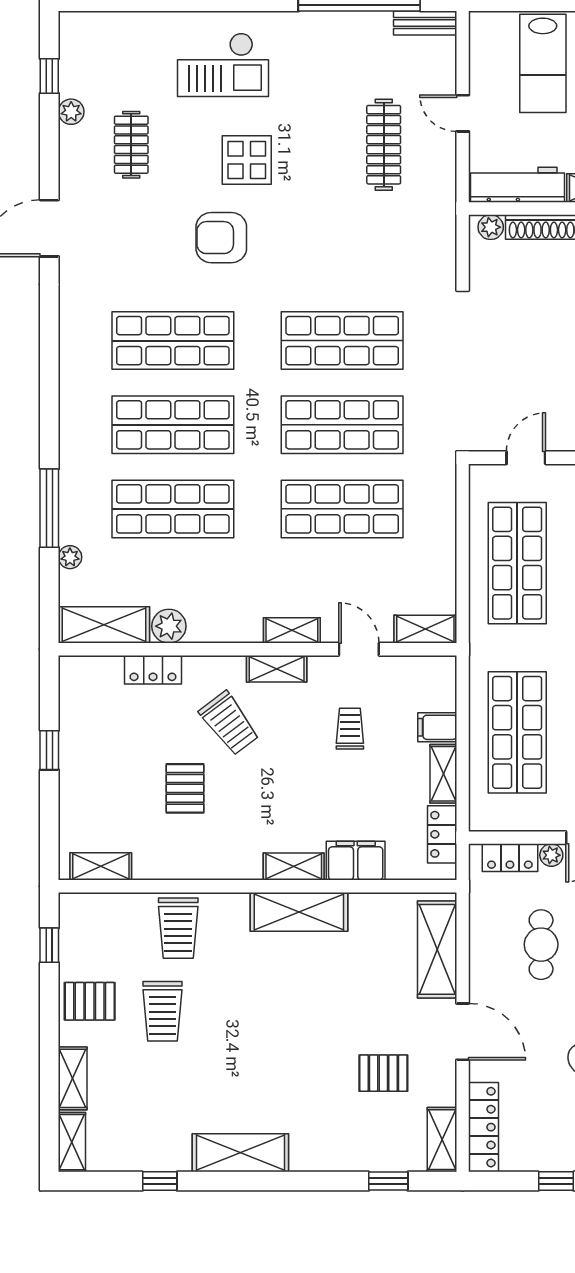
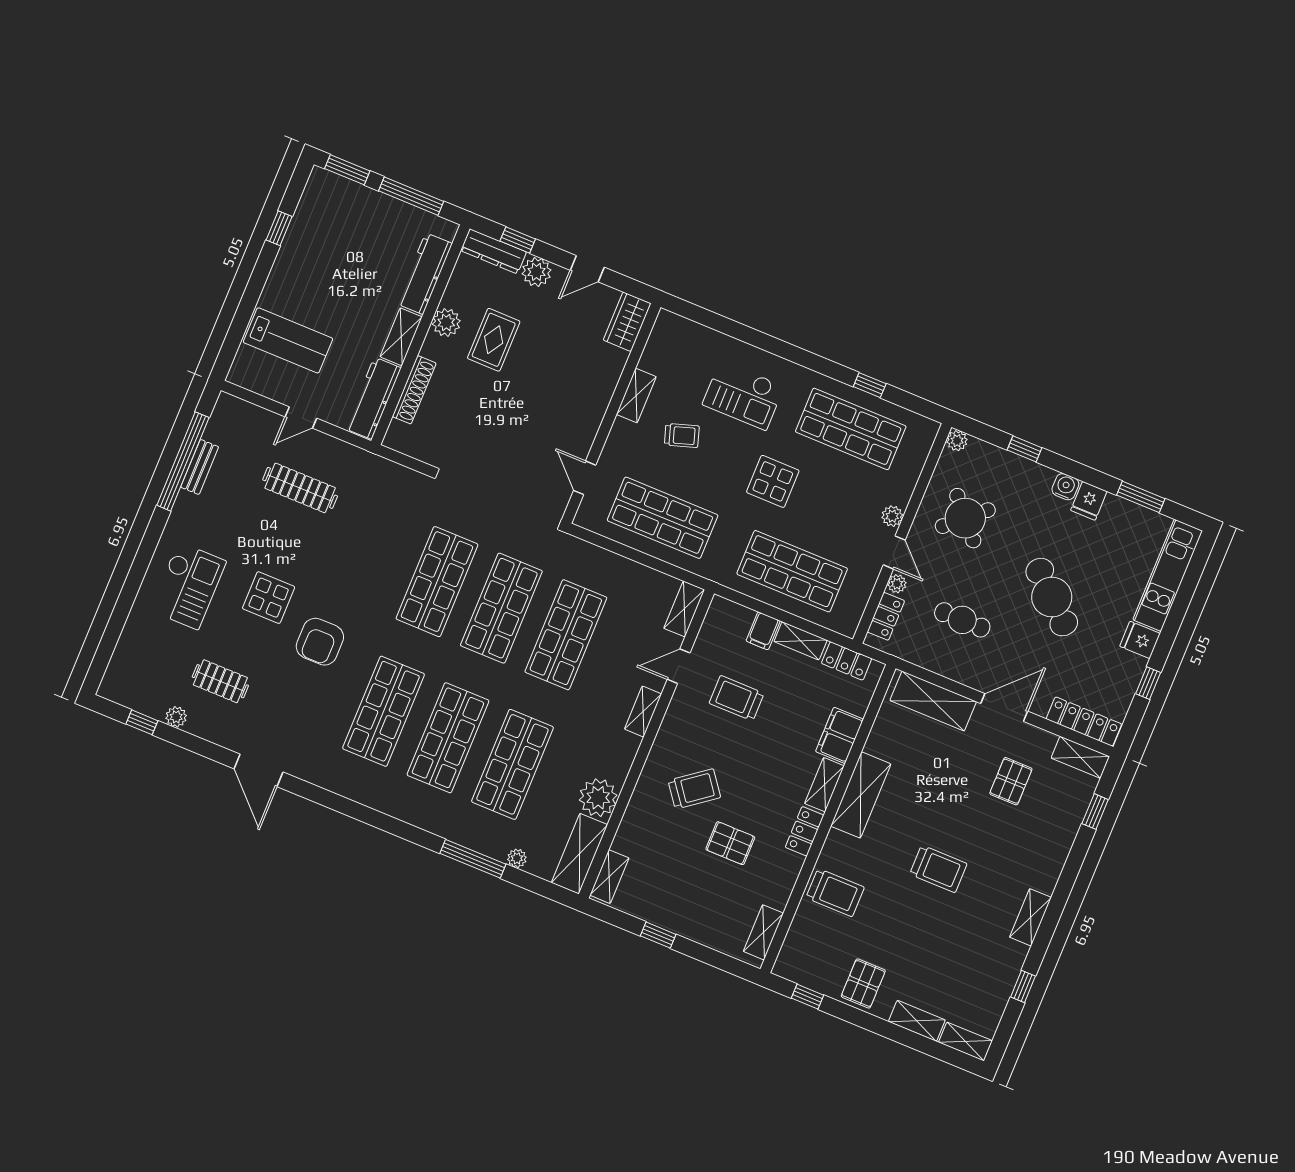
bench: (425, 23) -> (200, 467), moved
plant: (491, 227) -> (397, 432), removed
plant: (169, 626) -> (598, 798), width x1.36, depth x1.36
shelving: (277, 669) -> (609, 877), moved
locker: (153, 670) -> (805, 831), moved, turned 180
trolley: (350, 729) -> (737, 698), width x1.36, depth x1.39
trolley: (163, 1011) -> (938, 869), moved
shelving: (240, 1153) -> (1030, 917), width x0.67, depth x0.75

